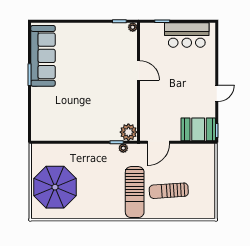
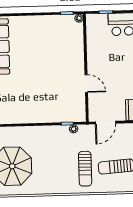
door: (139, 70) -> (86, 84), moved
plant: (128, 132) -> (78, 114), removed
sun lounger: (135, 192) -> (85, 169), width x0.73, depth x0.75

